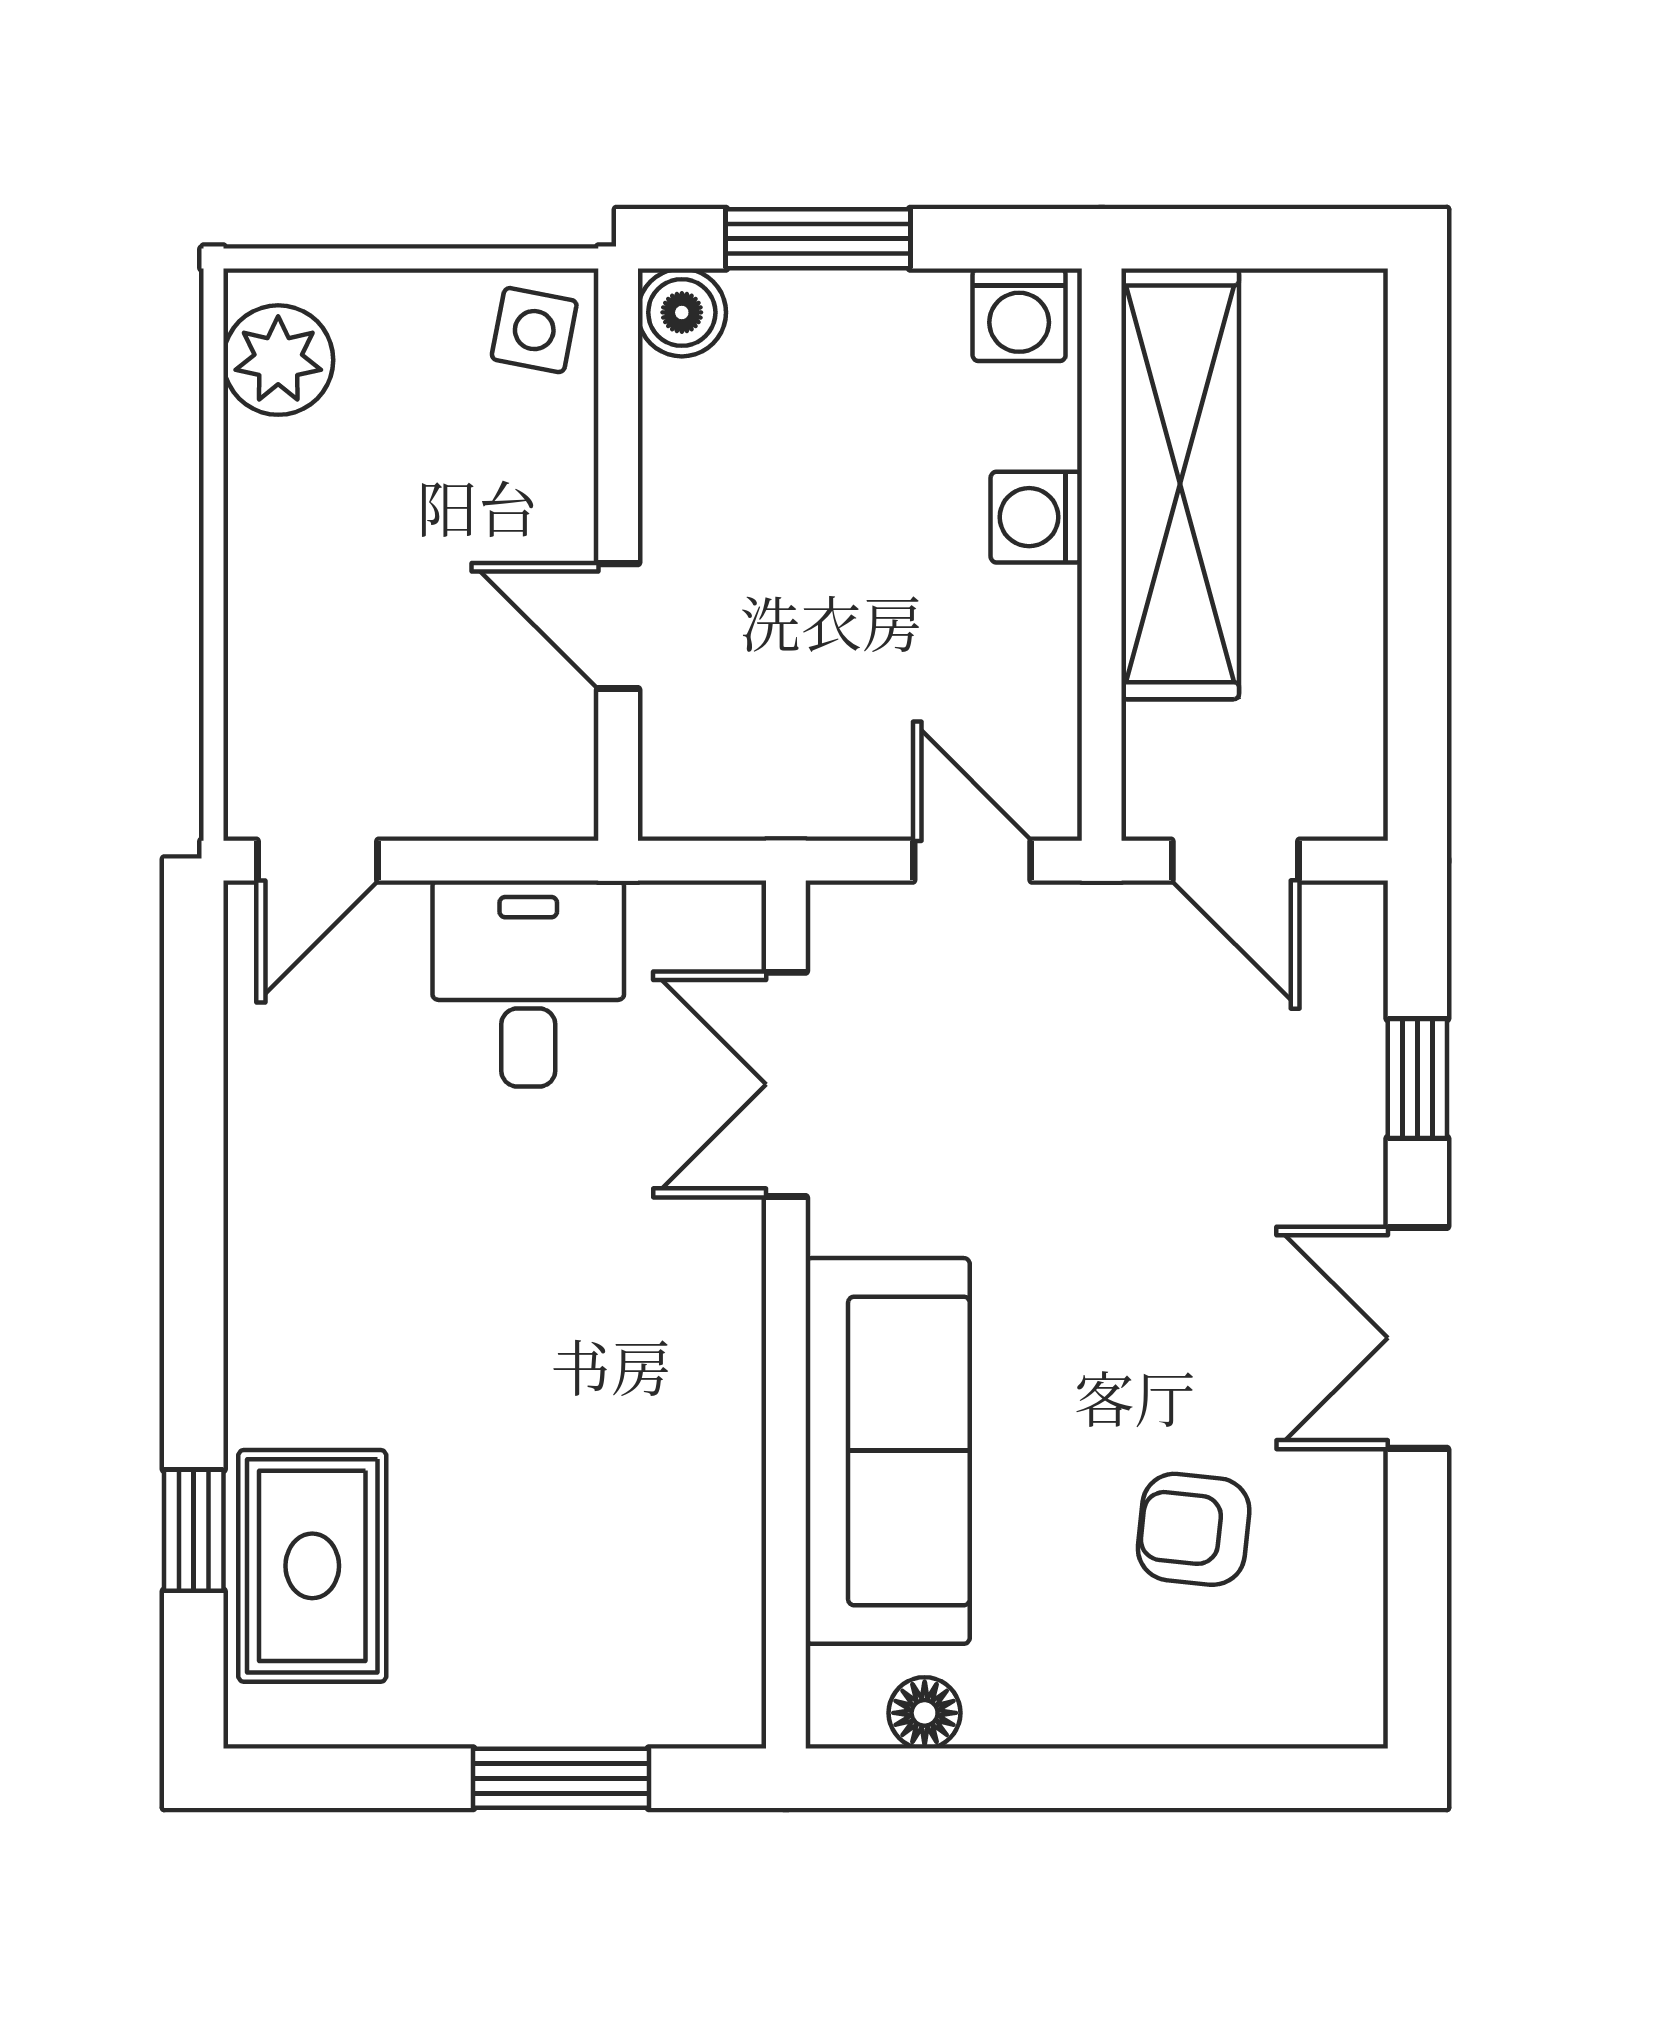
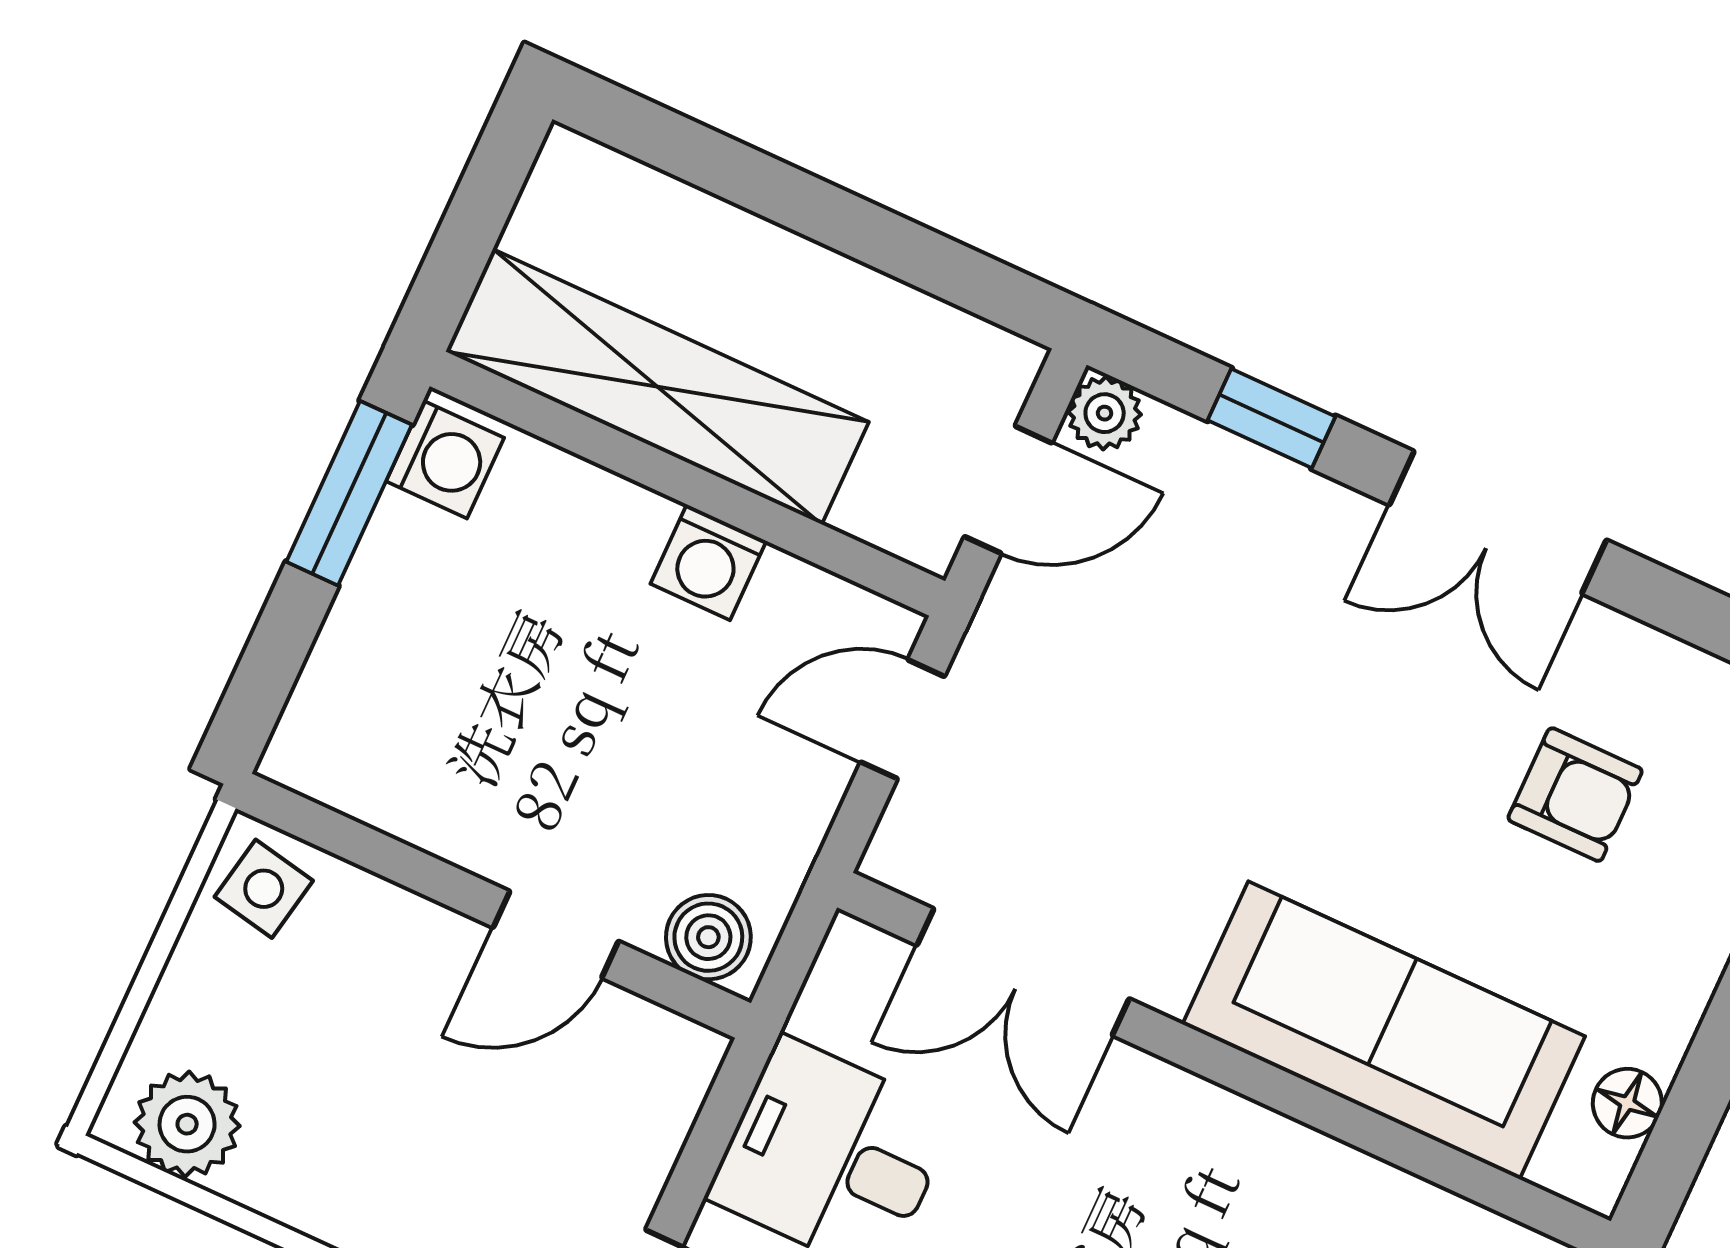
window: (818, 239) -> (349, 493), moved
boiler: (682, 312) -> (708, 937), moved
washing machine: (1036, 517) -> (708, 562), moved
plant: (1350, 918) -> (1105, 413), added
armchair: (1194, 1529) -> (1575, 795), turned -96

